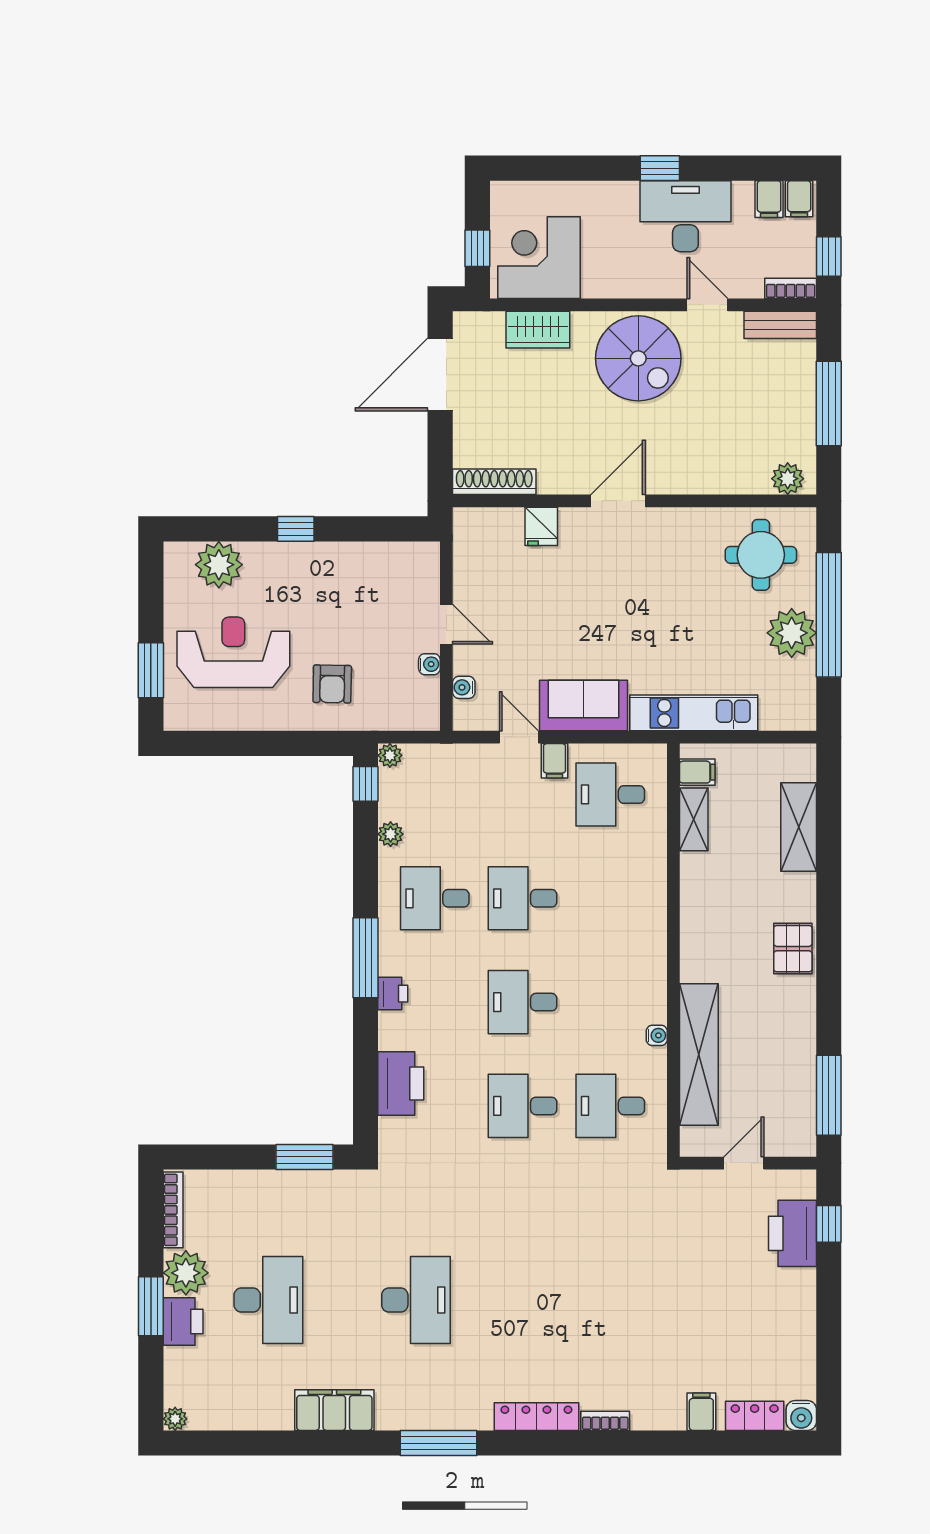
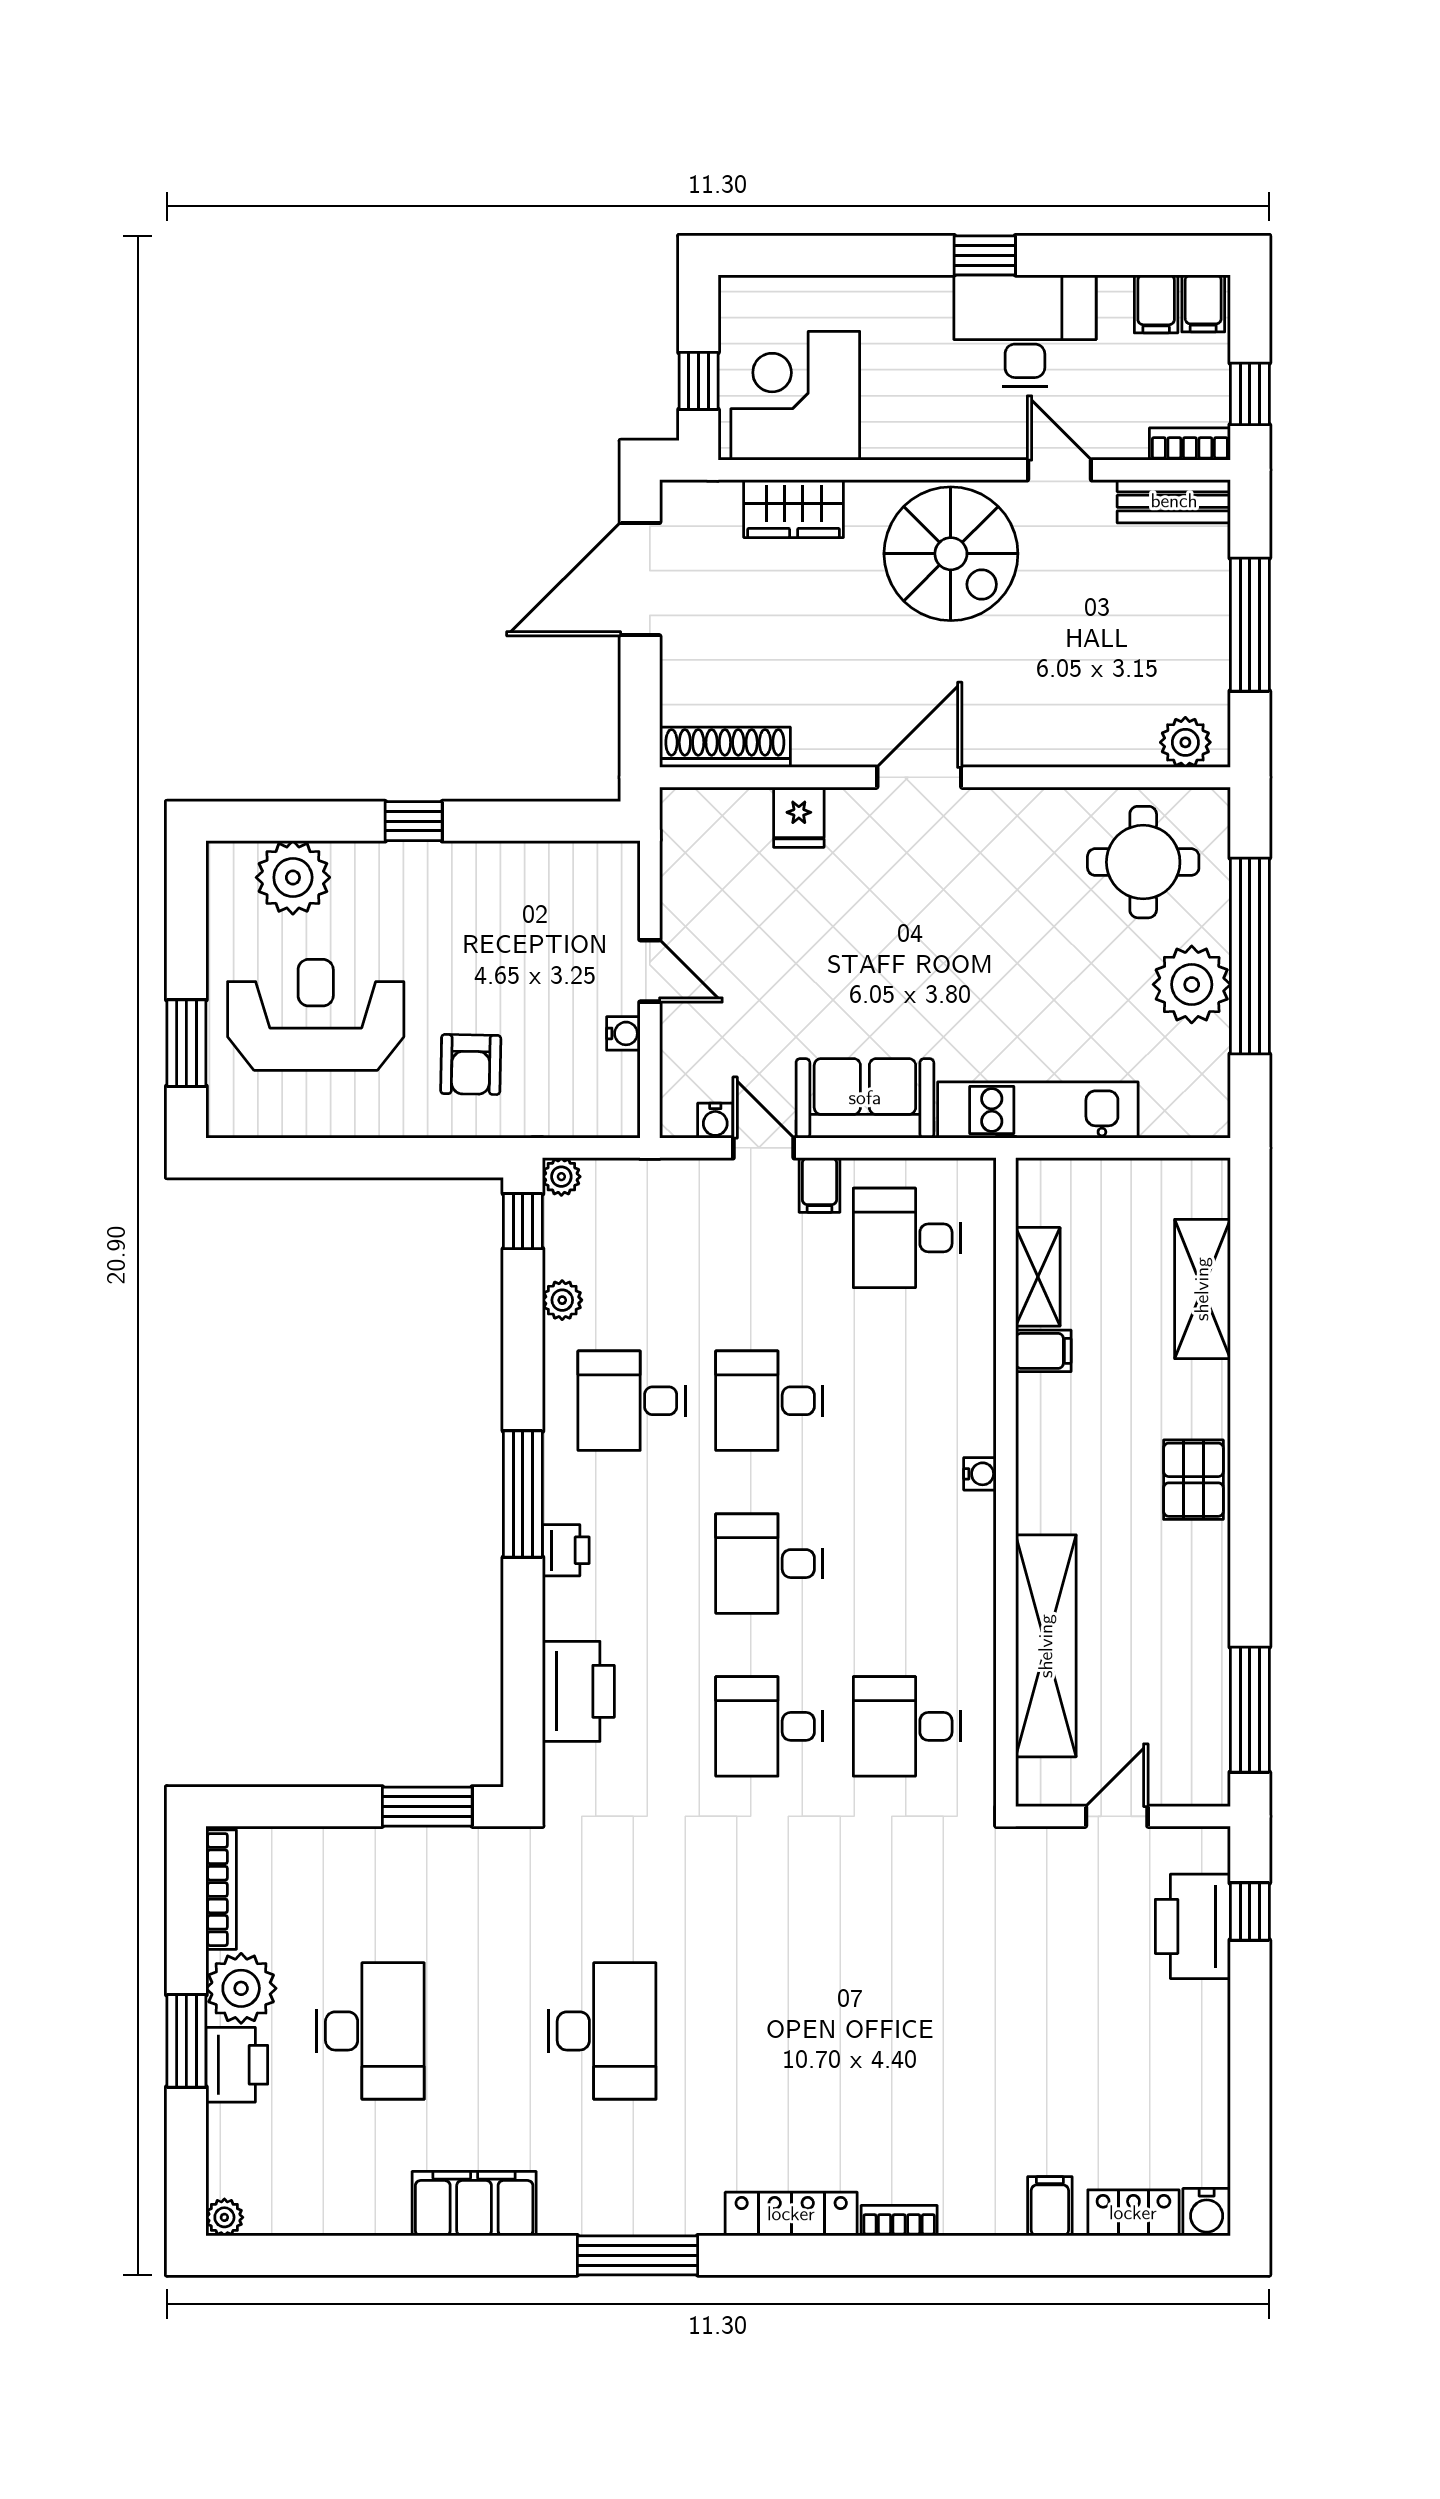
water cooler: (464, 687) -> (715, 1121), moved, turned -90
filing cabinet: (697, 772) -> (1043, 1351), moved
water cooler: (657, 1035) -> (980, 1474), moved

